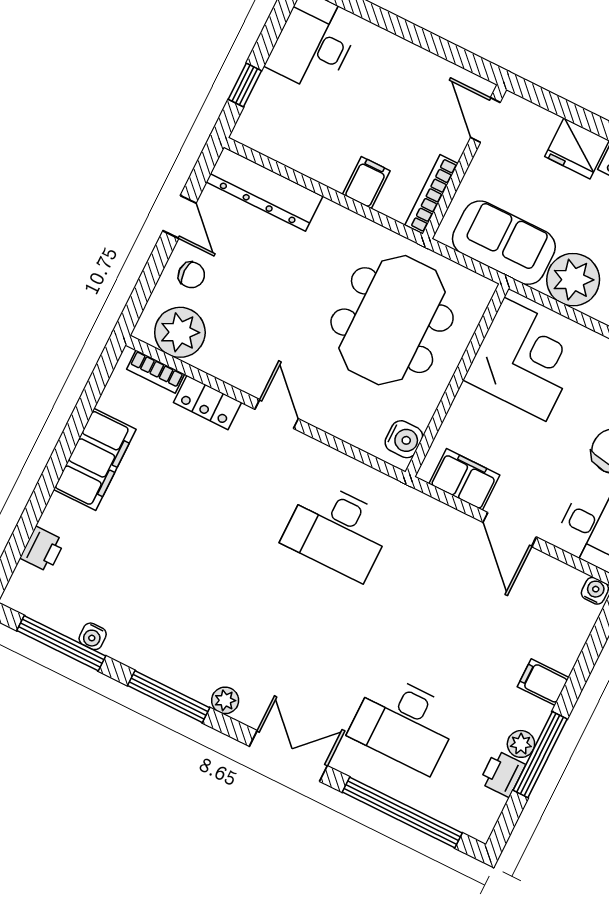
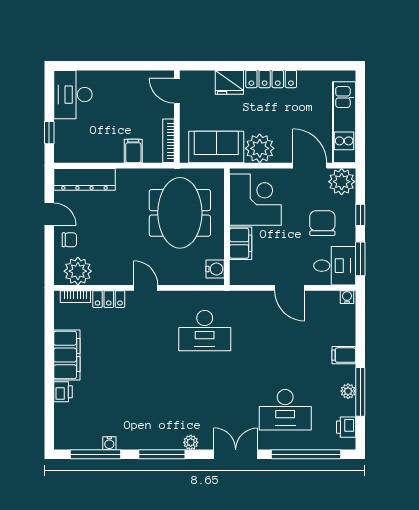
filing cabinet: (464, 479) -> (241, 243), moved, turned 90
printer: (42, 549) -> (63, 392), moved
printer: (502, 774) -> (346, 427), moved

